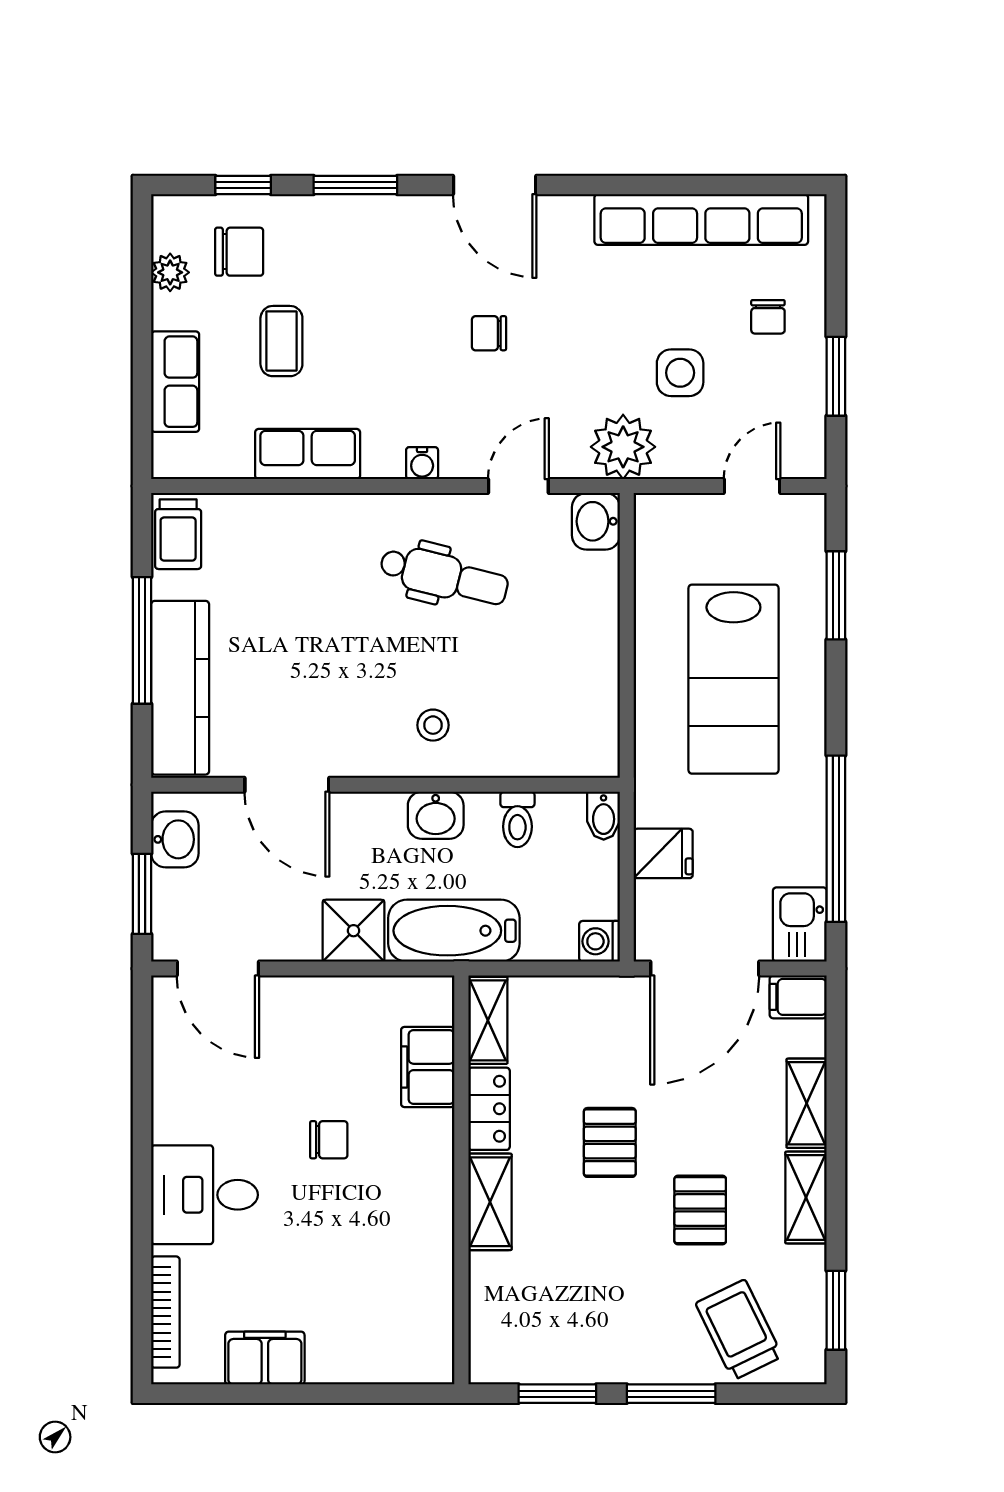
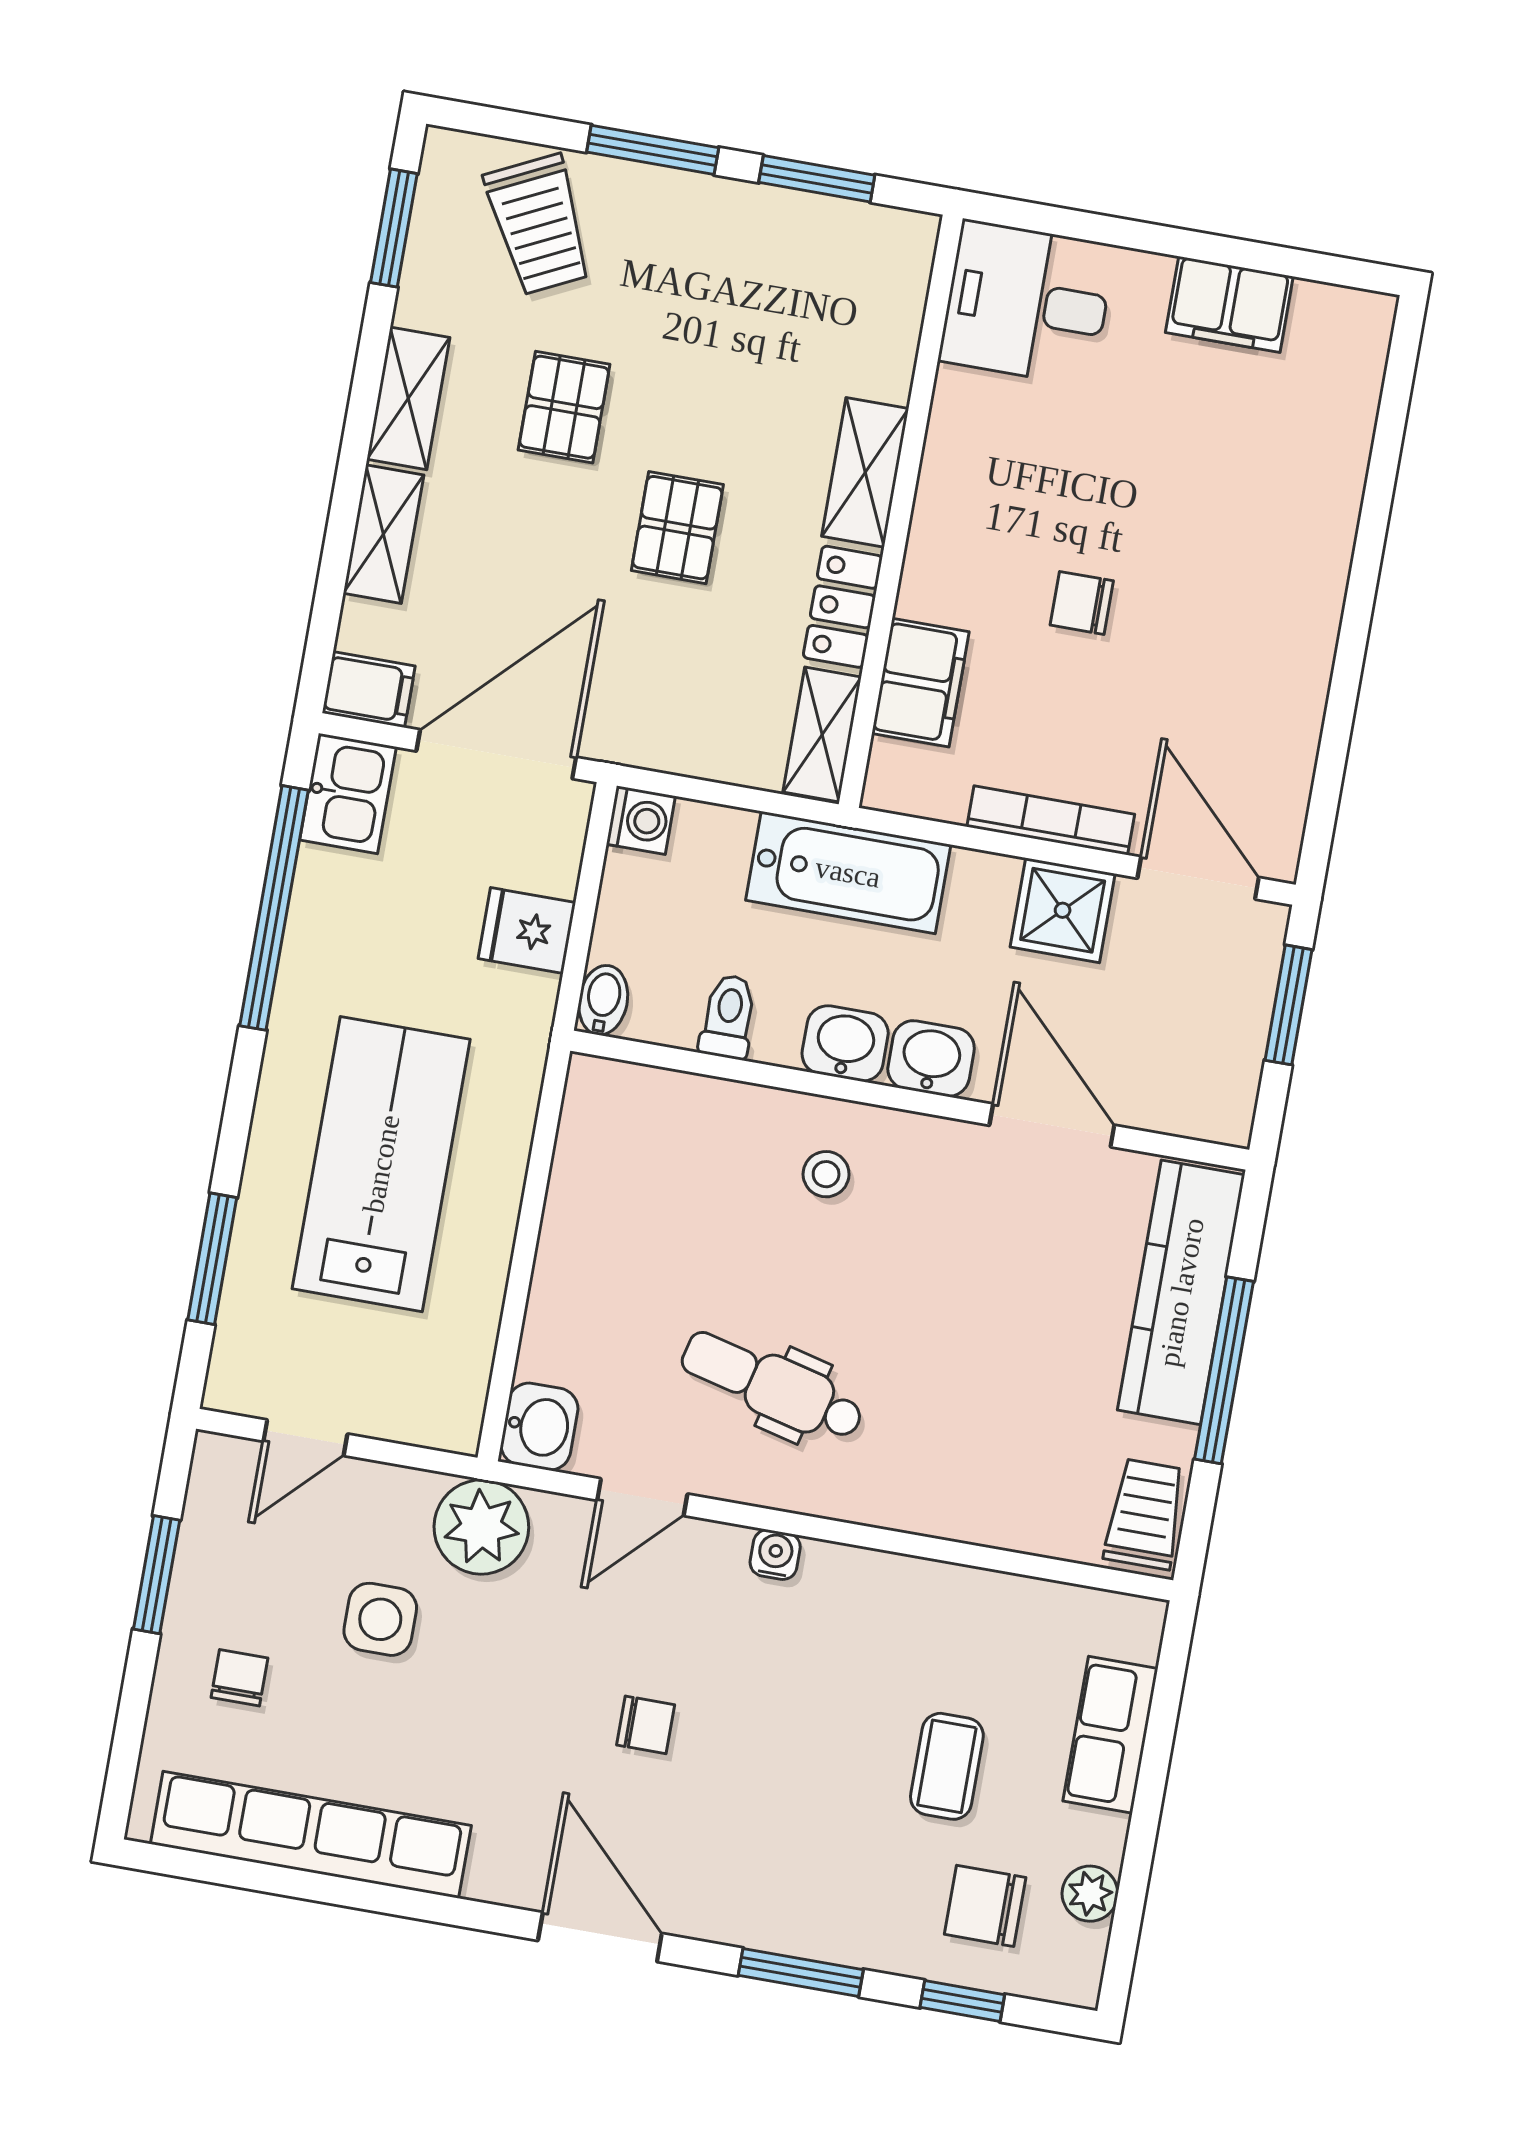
row of seats: (308, 454) -> (938, 1597), removed
washbasin: (175, 839) -> (931, 1059), moved, turned 90
shower: (353, 931) -> (1063, 910), moved
desk: (205, 1195) -> (1027, 303), moved, turned 180
bookcase: (165, 1312) -> (1051, 820), moved, turned 90

